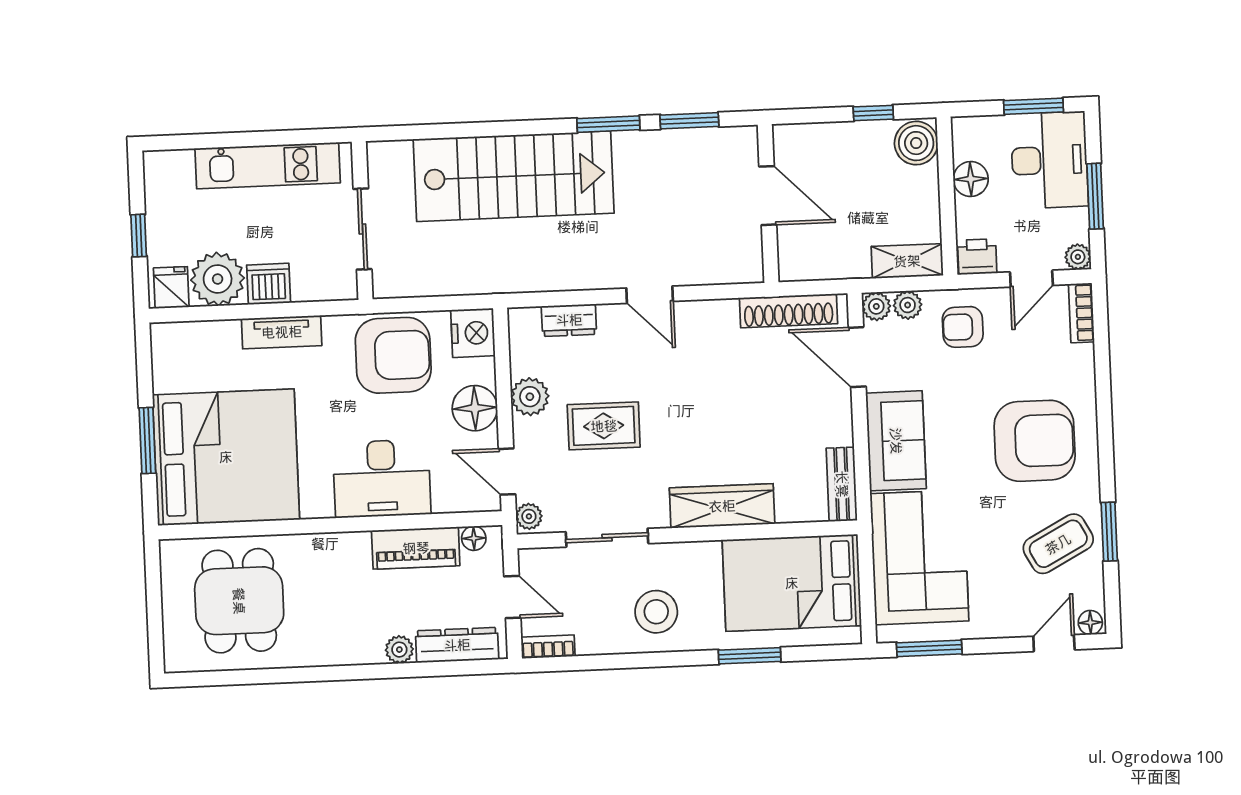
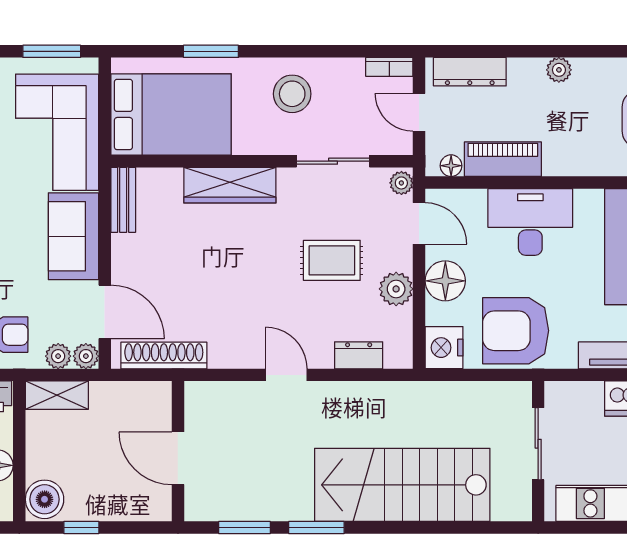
plant: (399, 650) -> (559, 70), moved

